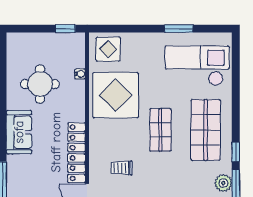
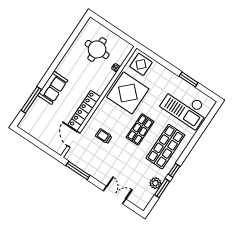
window: (65, 29) -> (125, 37), removed
checkout: (197, 66) -> (185, 107), turned 180
round table: (40, 84) -> (97, 49), moved
sofa: (19, 132) -> (53, 88), moved

